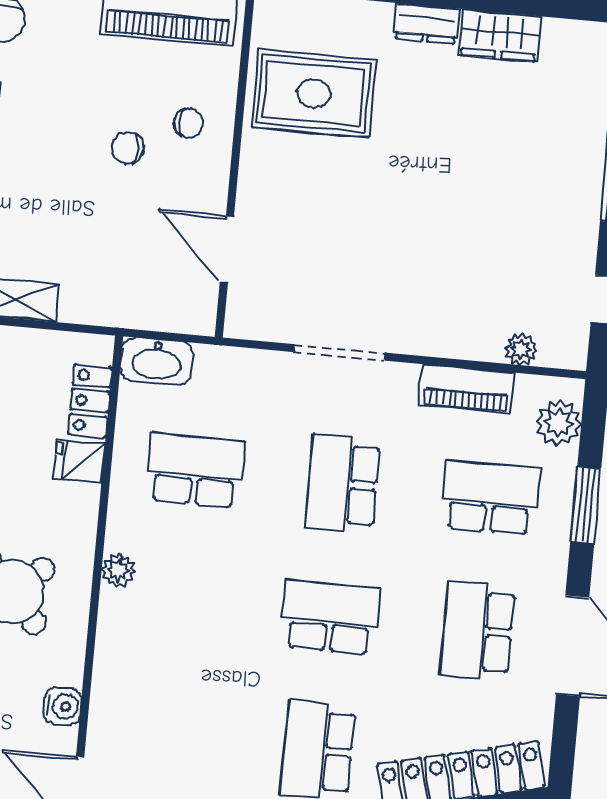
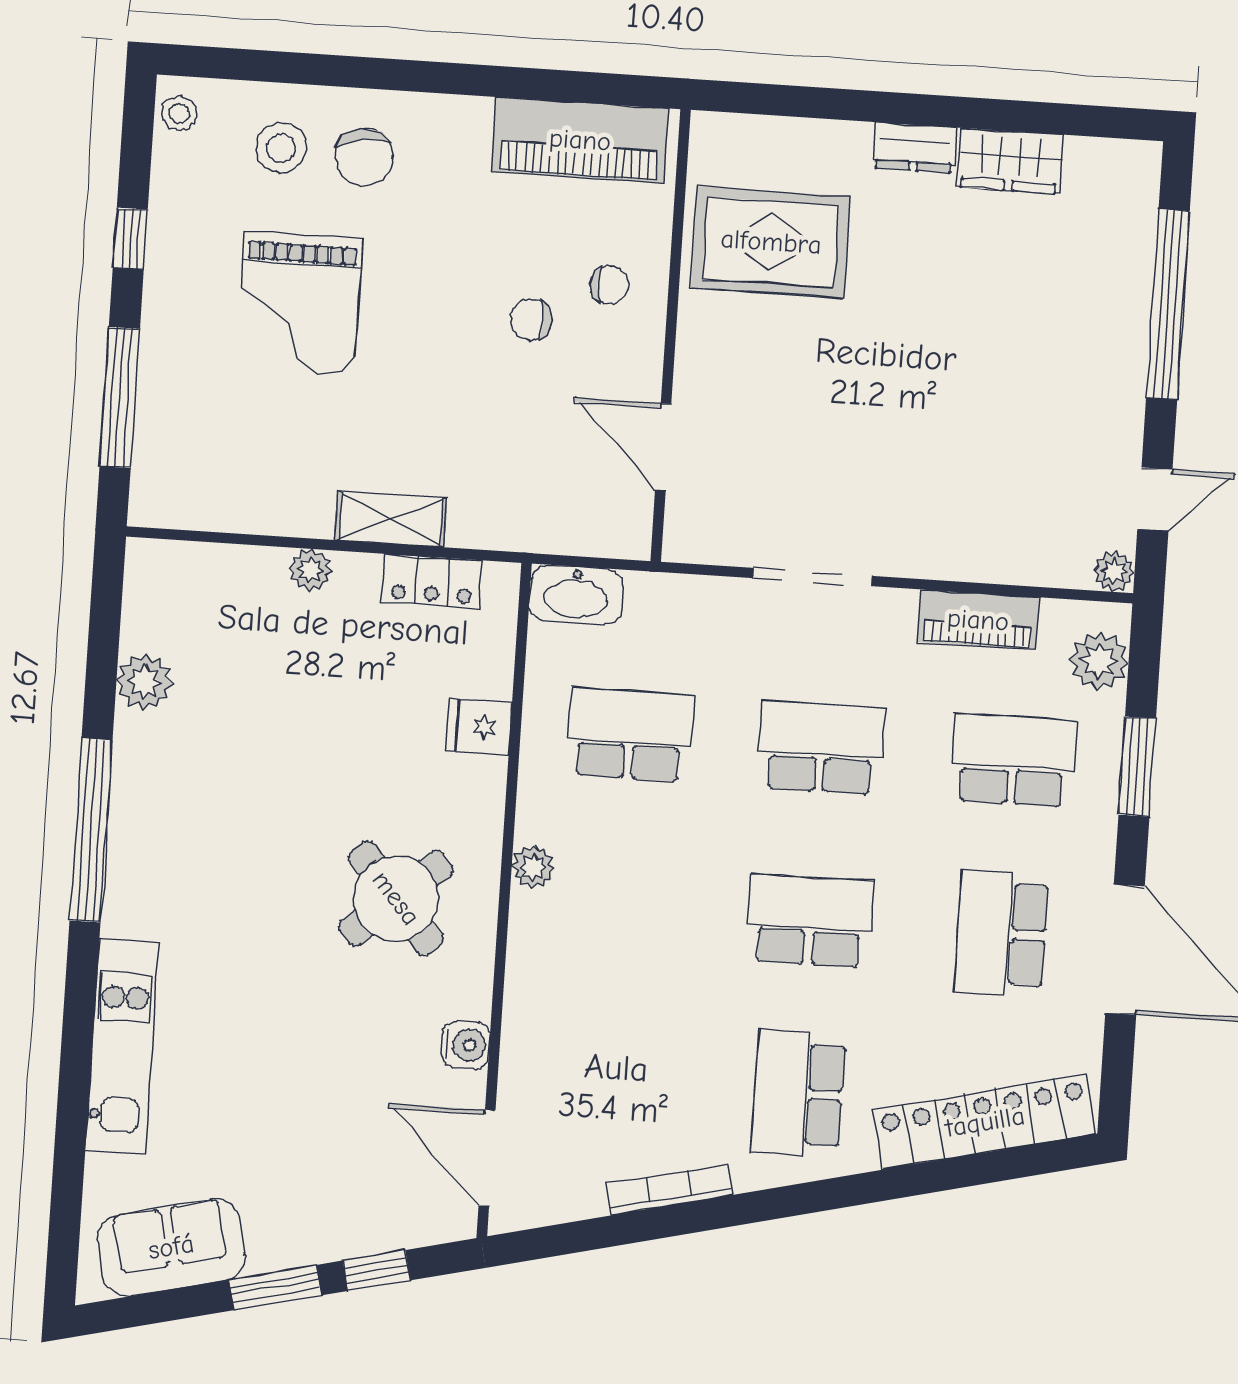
plant: (521, 349) -> (1114, 571), moved
locker: (90, 401) -> (432, 582), moved, turned -90
school desk: (343, 484) -> (821, 747), turned 90

